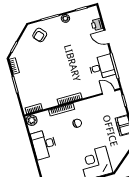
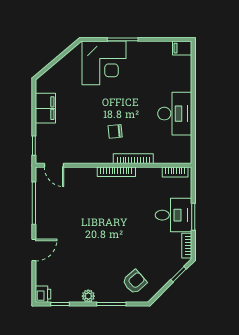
printer: (97, 24) -> (43, 294), moved
door: (106, 37) -> (34, 250), hinge flipped
desk: (102, 67) -> (174, 215), moved, turned 180
plant: (32, 120) -> (183, 155), removed

